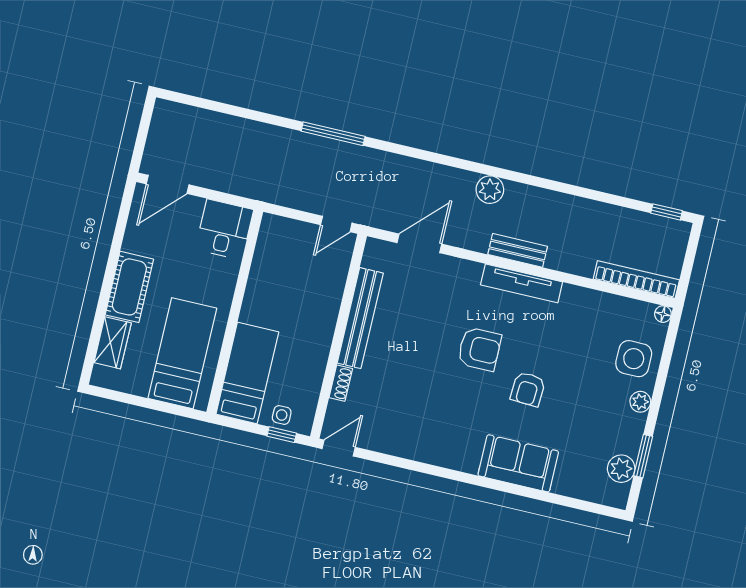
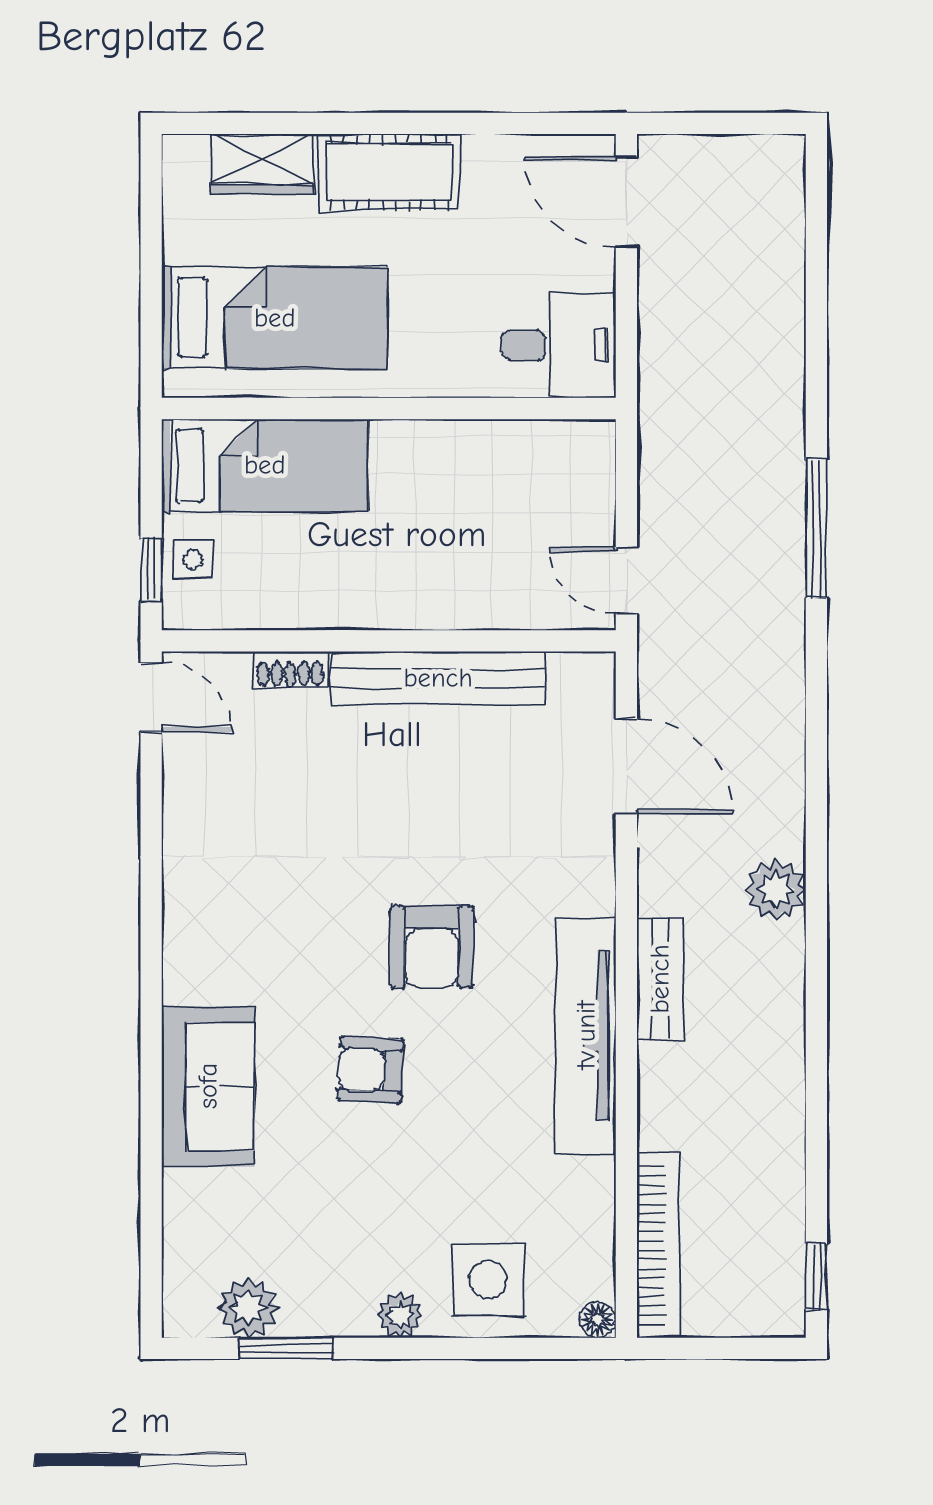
tv unit: (522, 283) -> (586, 1035), width x1.36, depth x1.29

